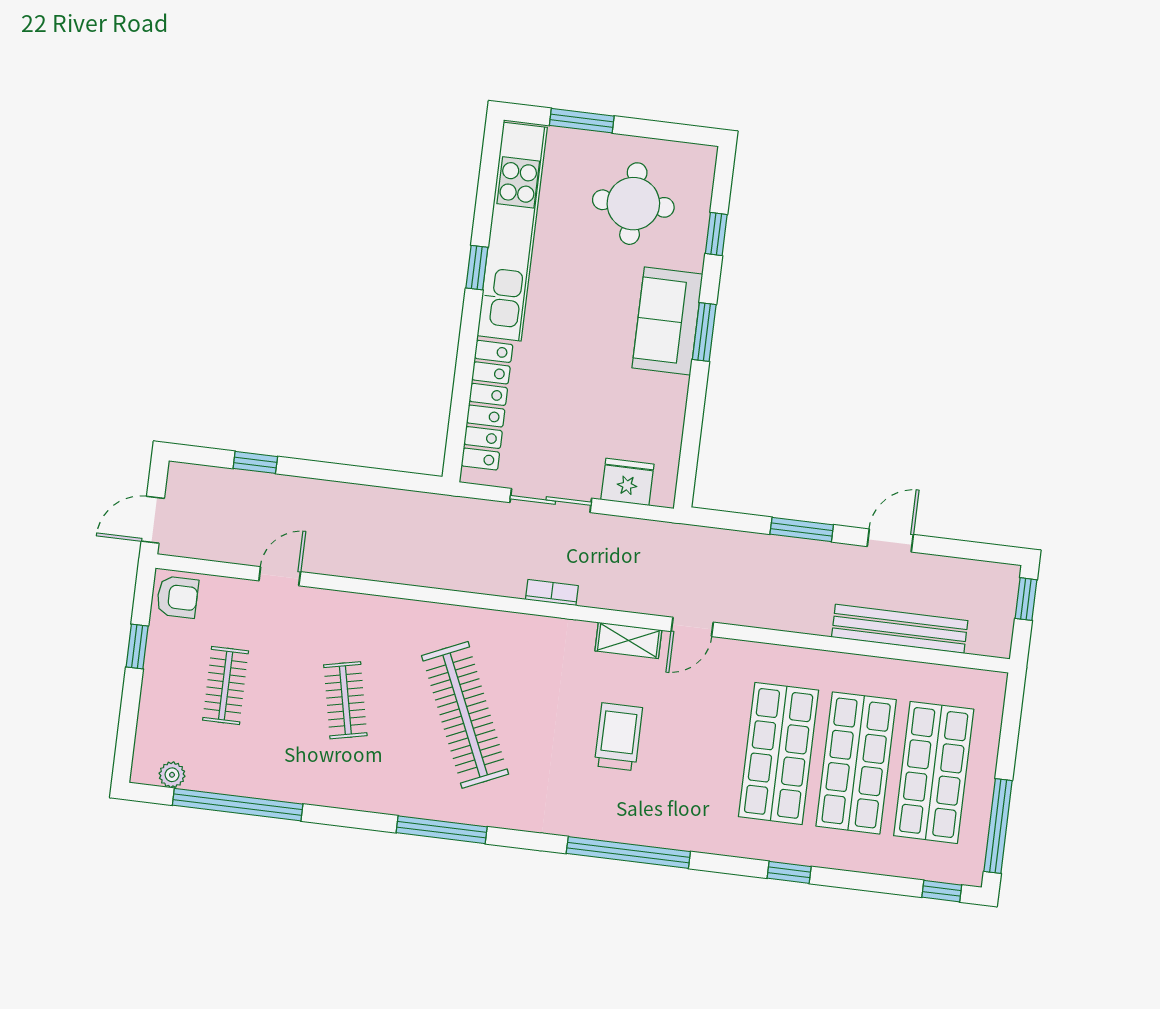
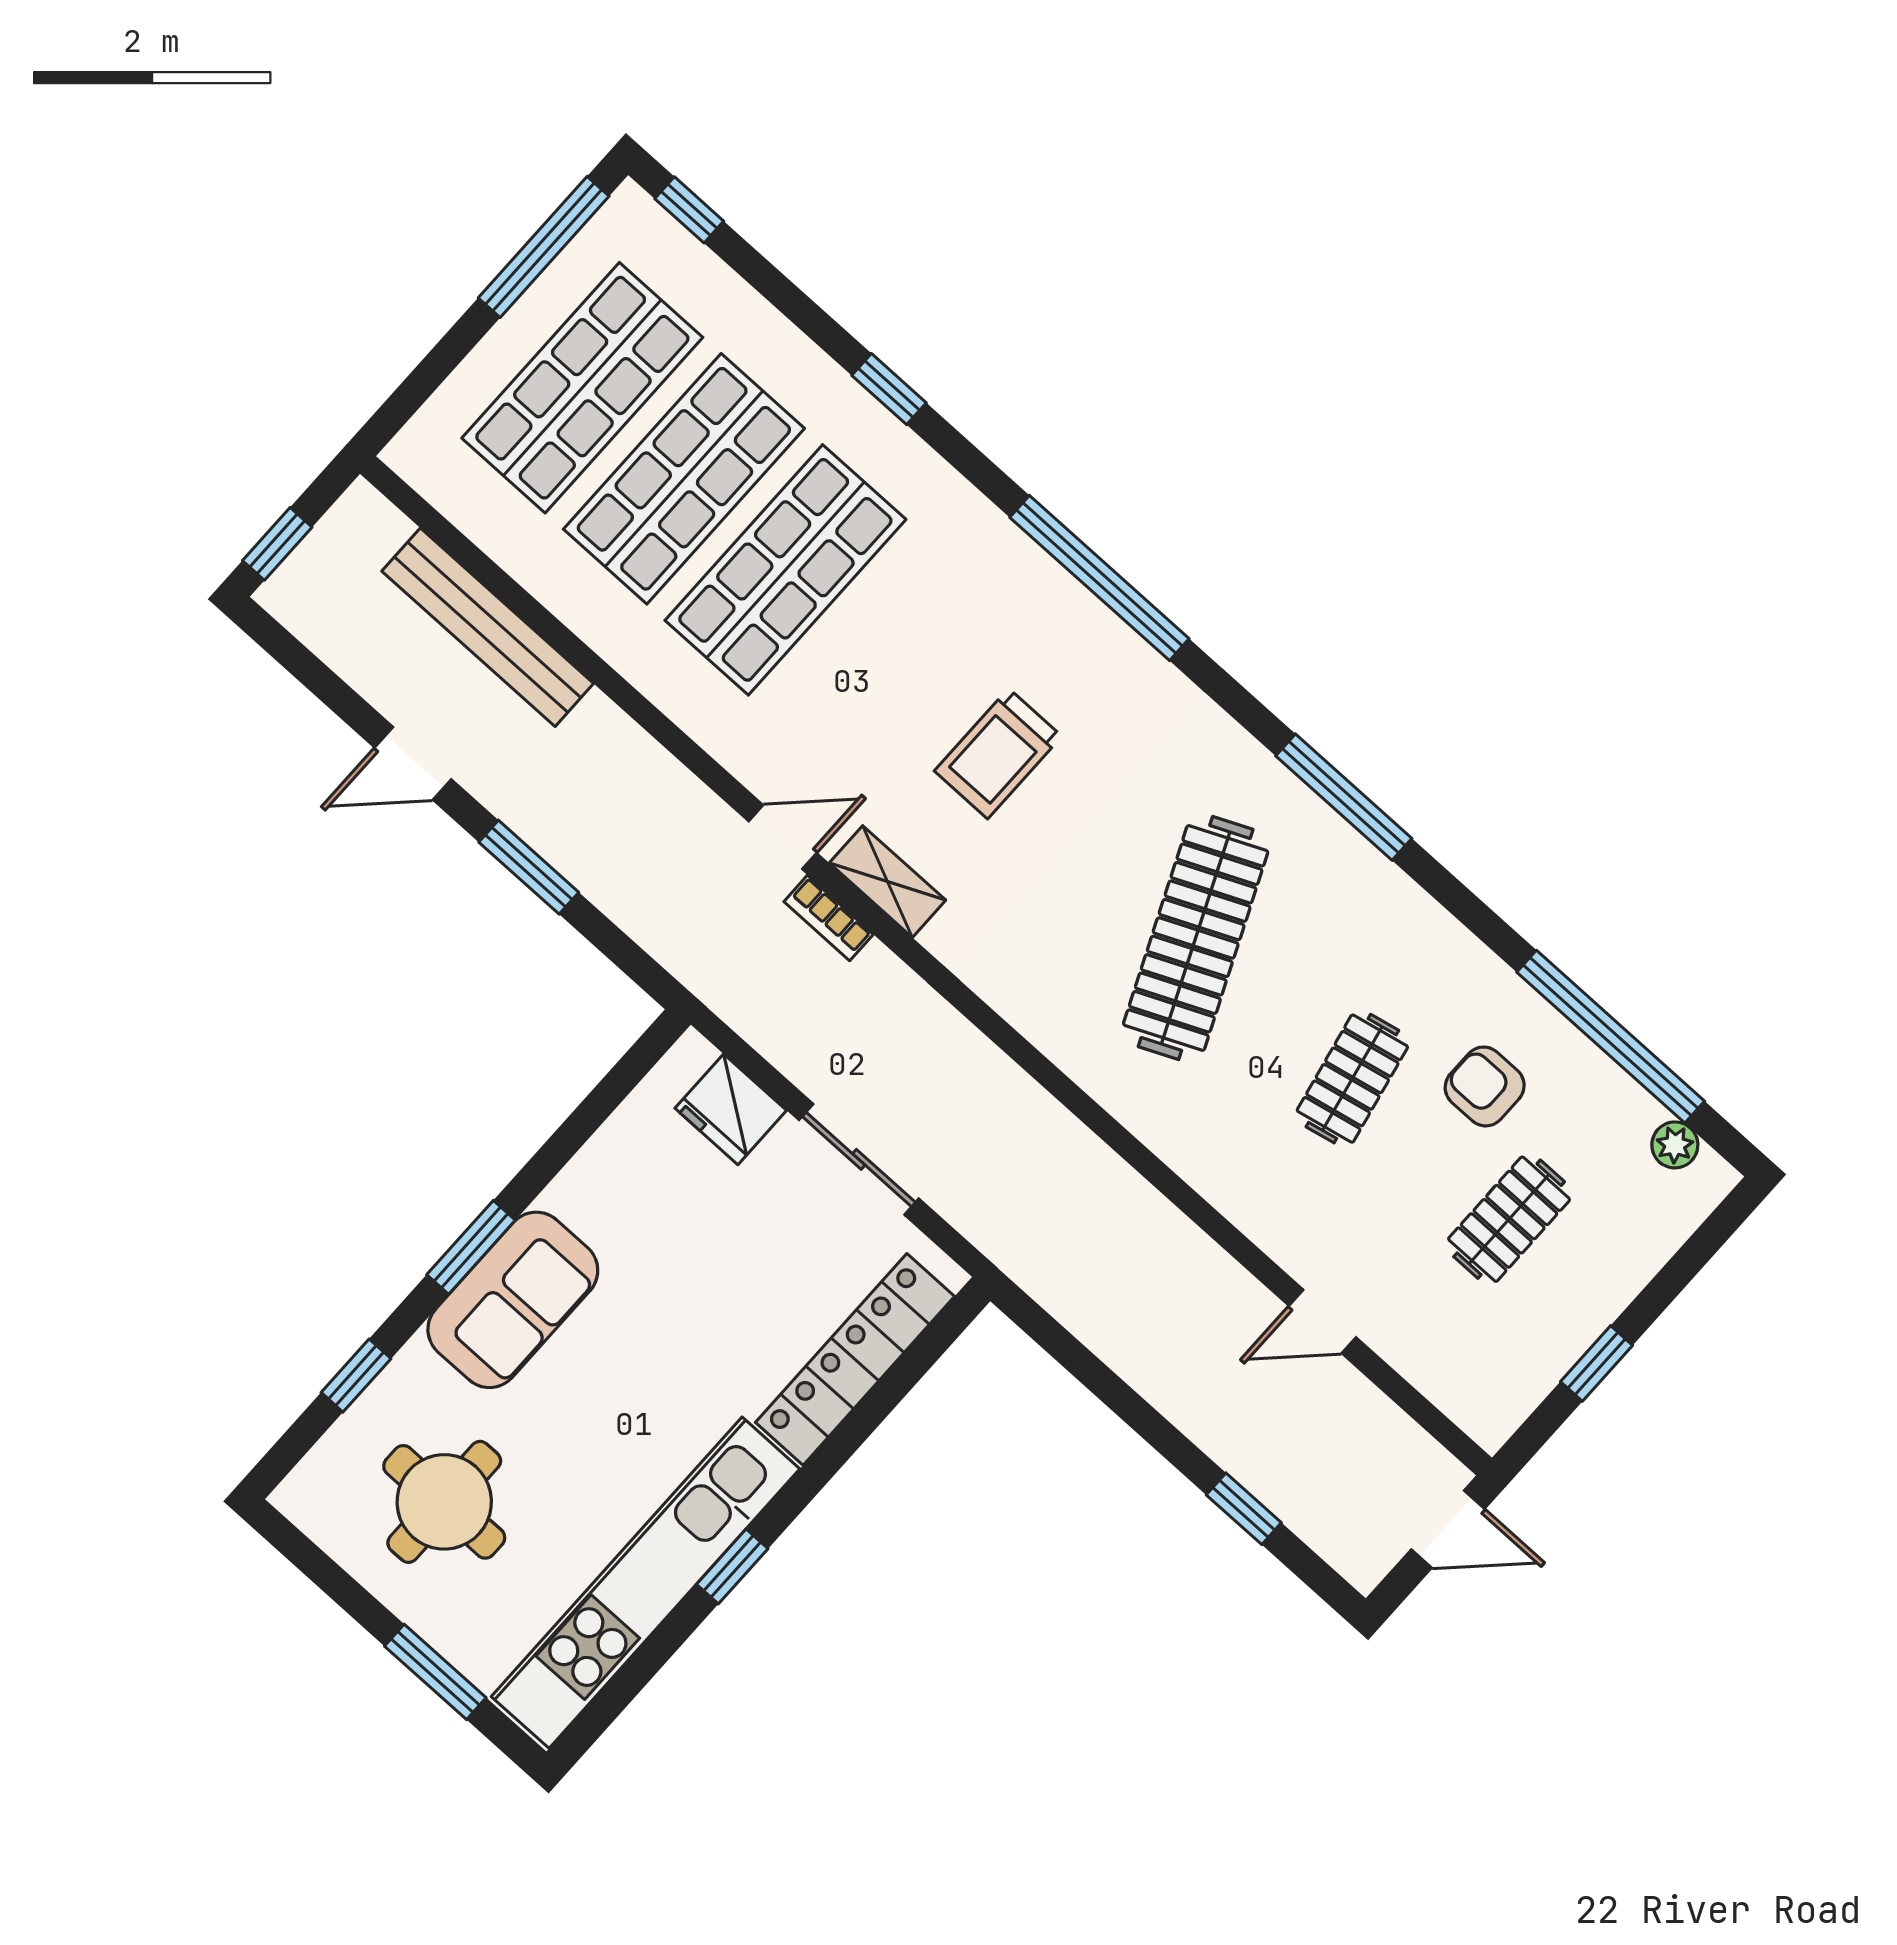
bookcase: (552, 593) -> (829, 918), moved
armchair: (177, 597) -> (1485, 1086), moved

